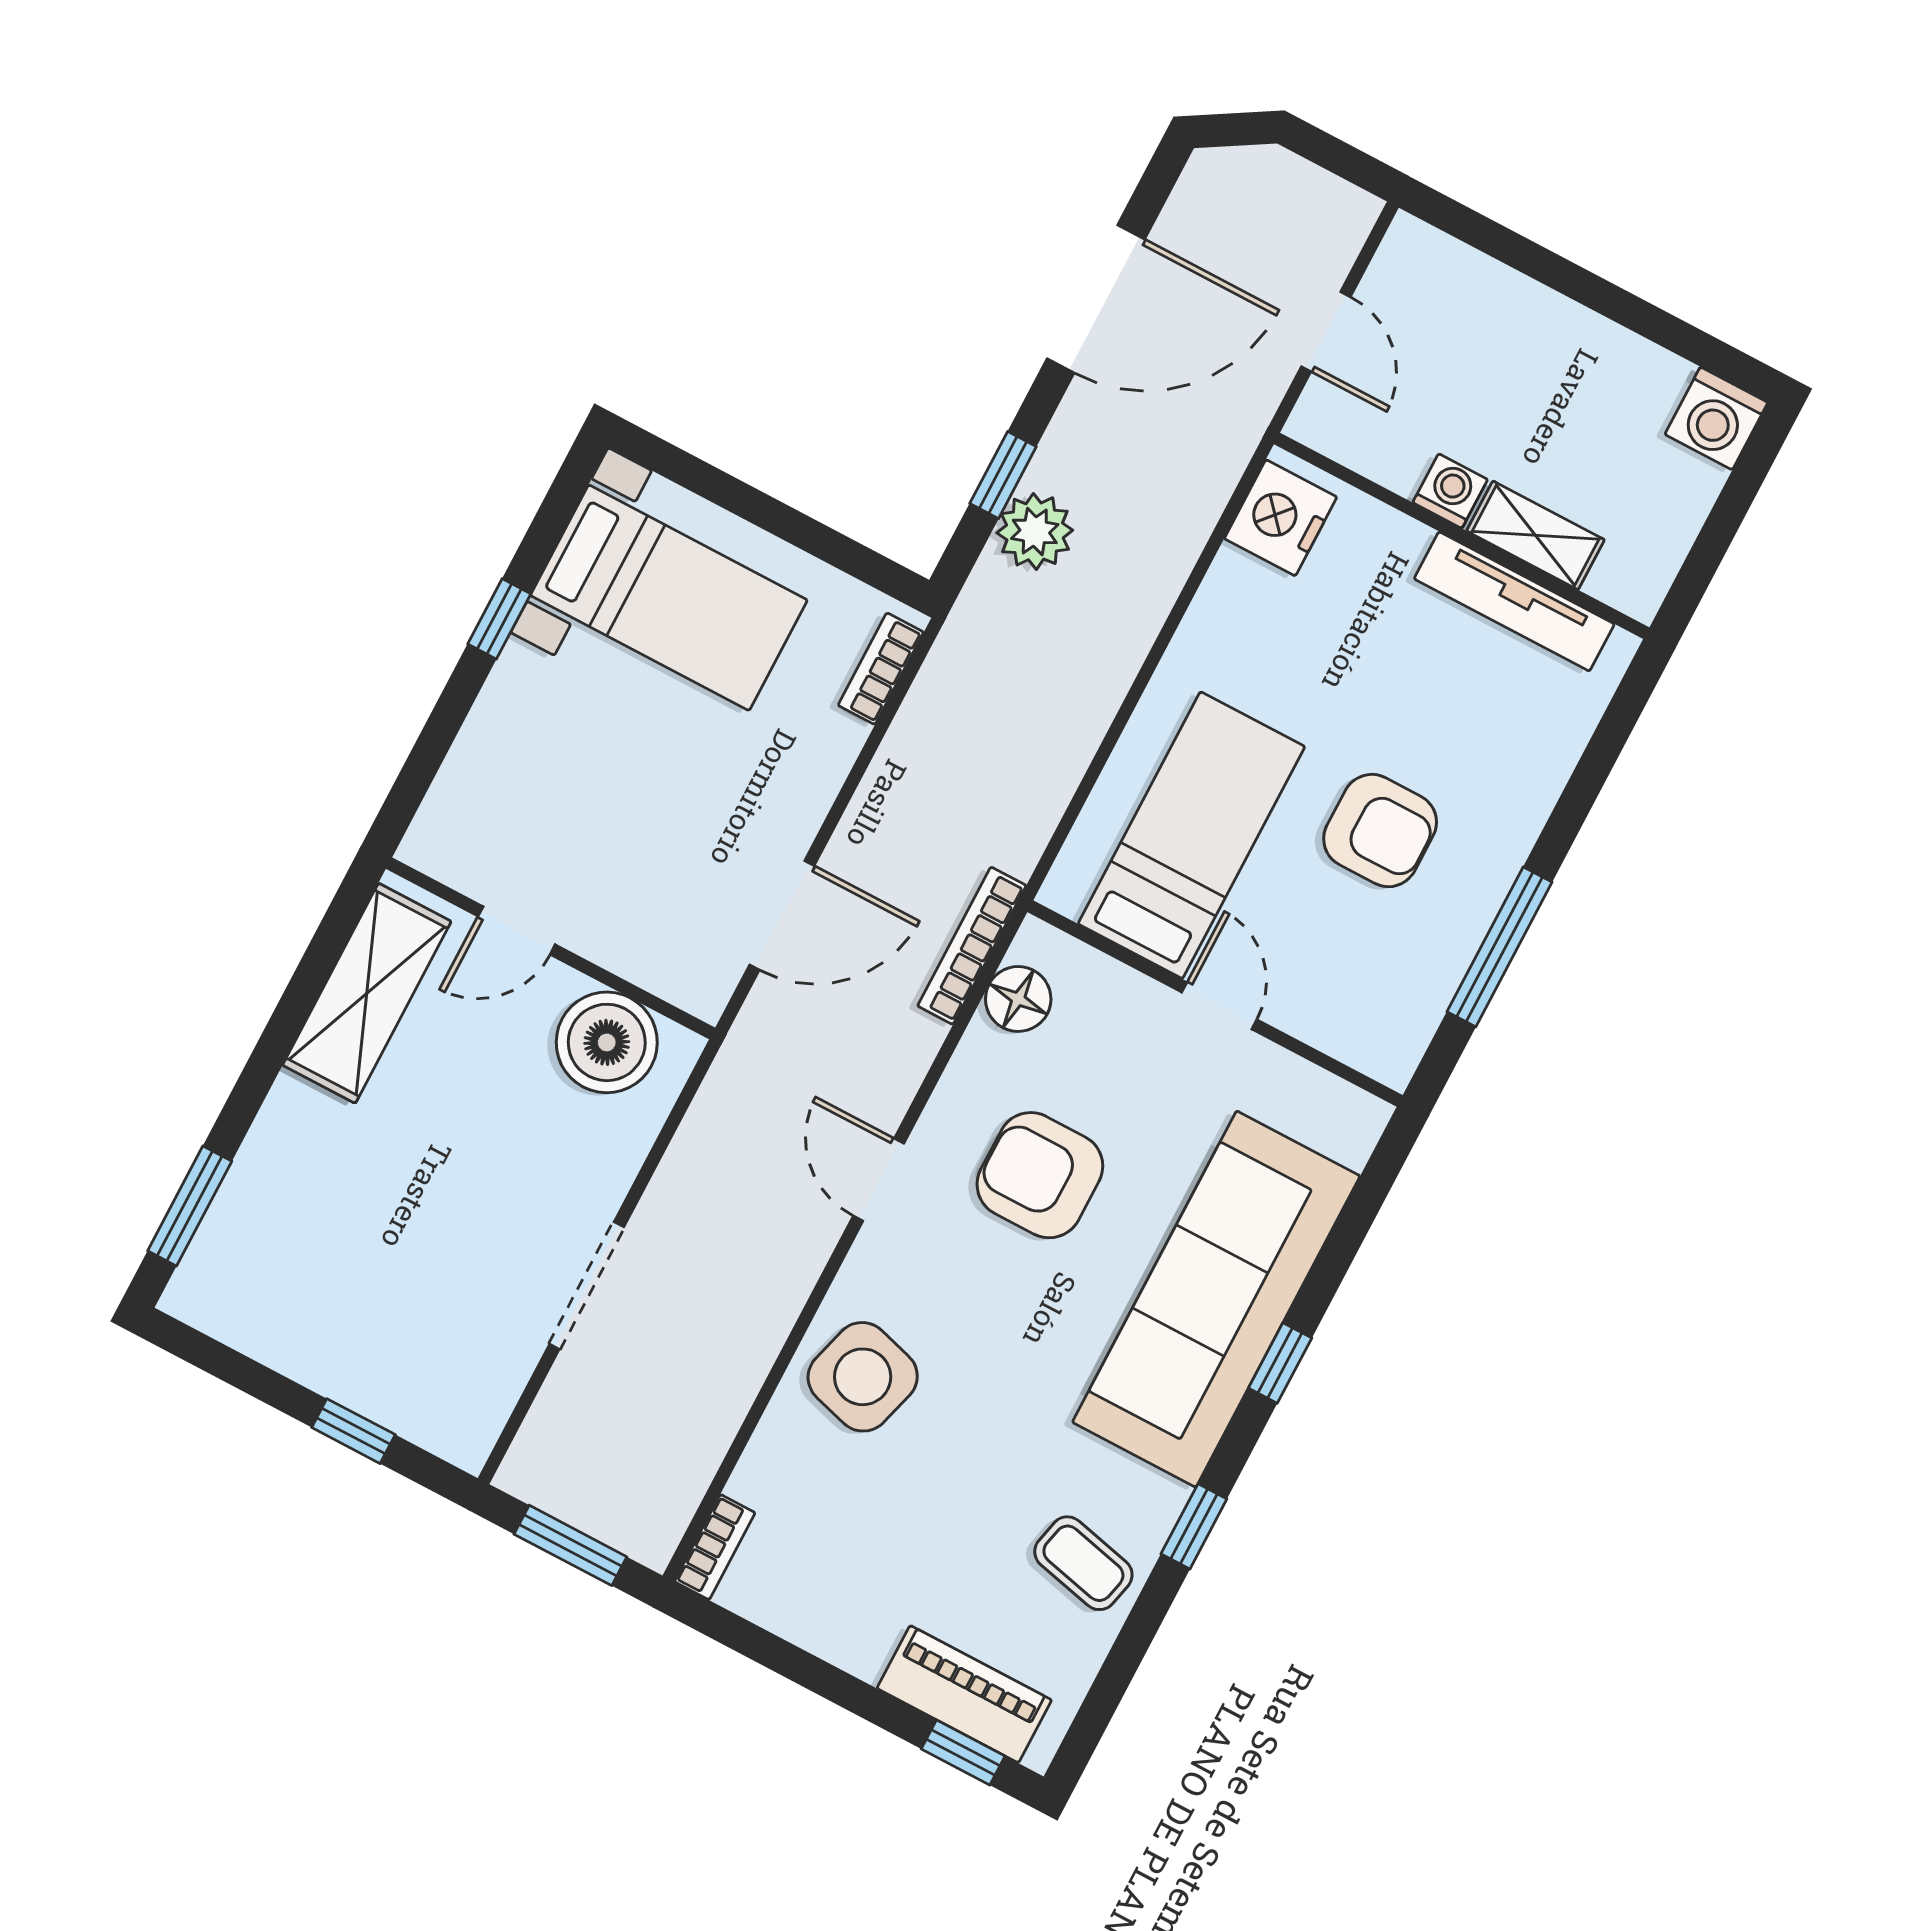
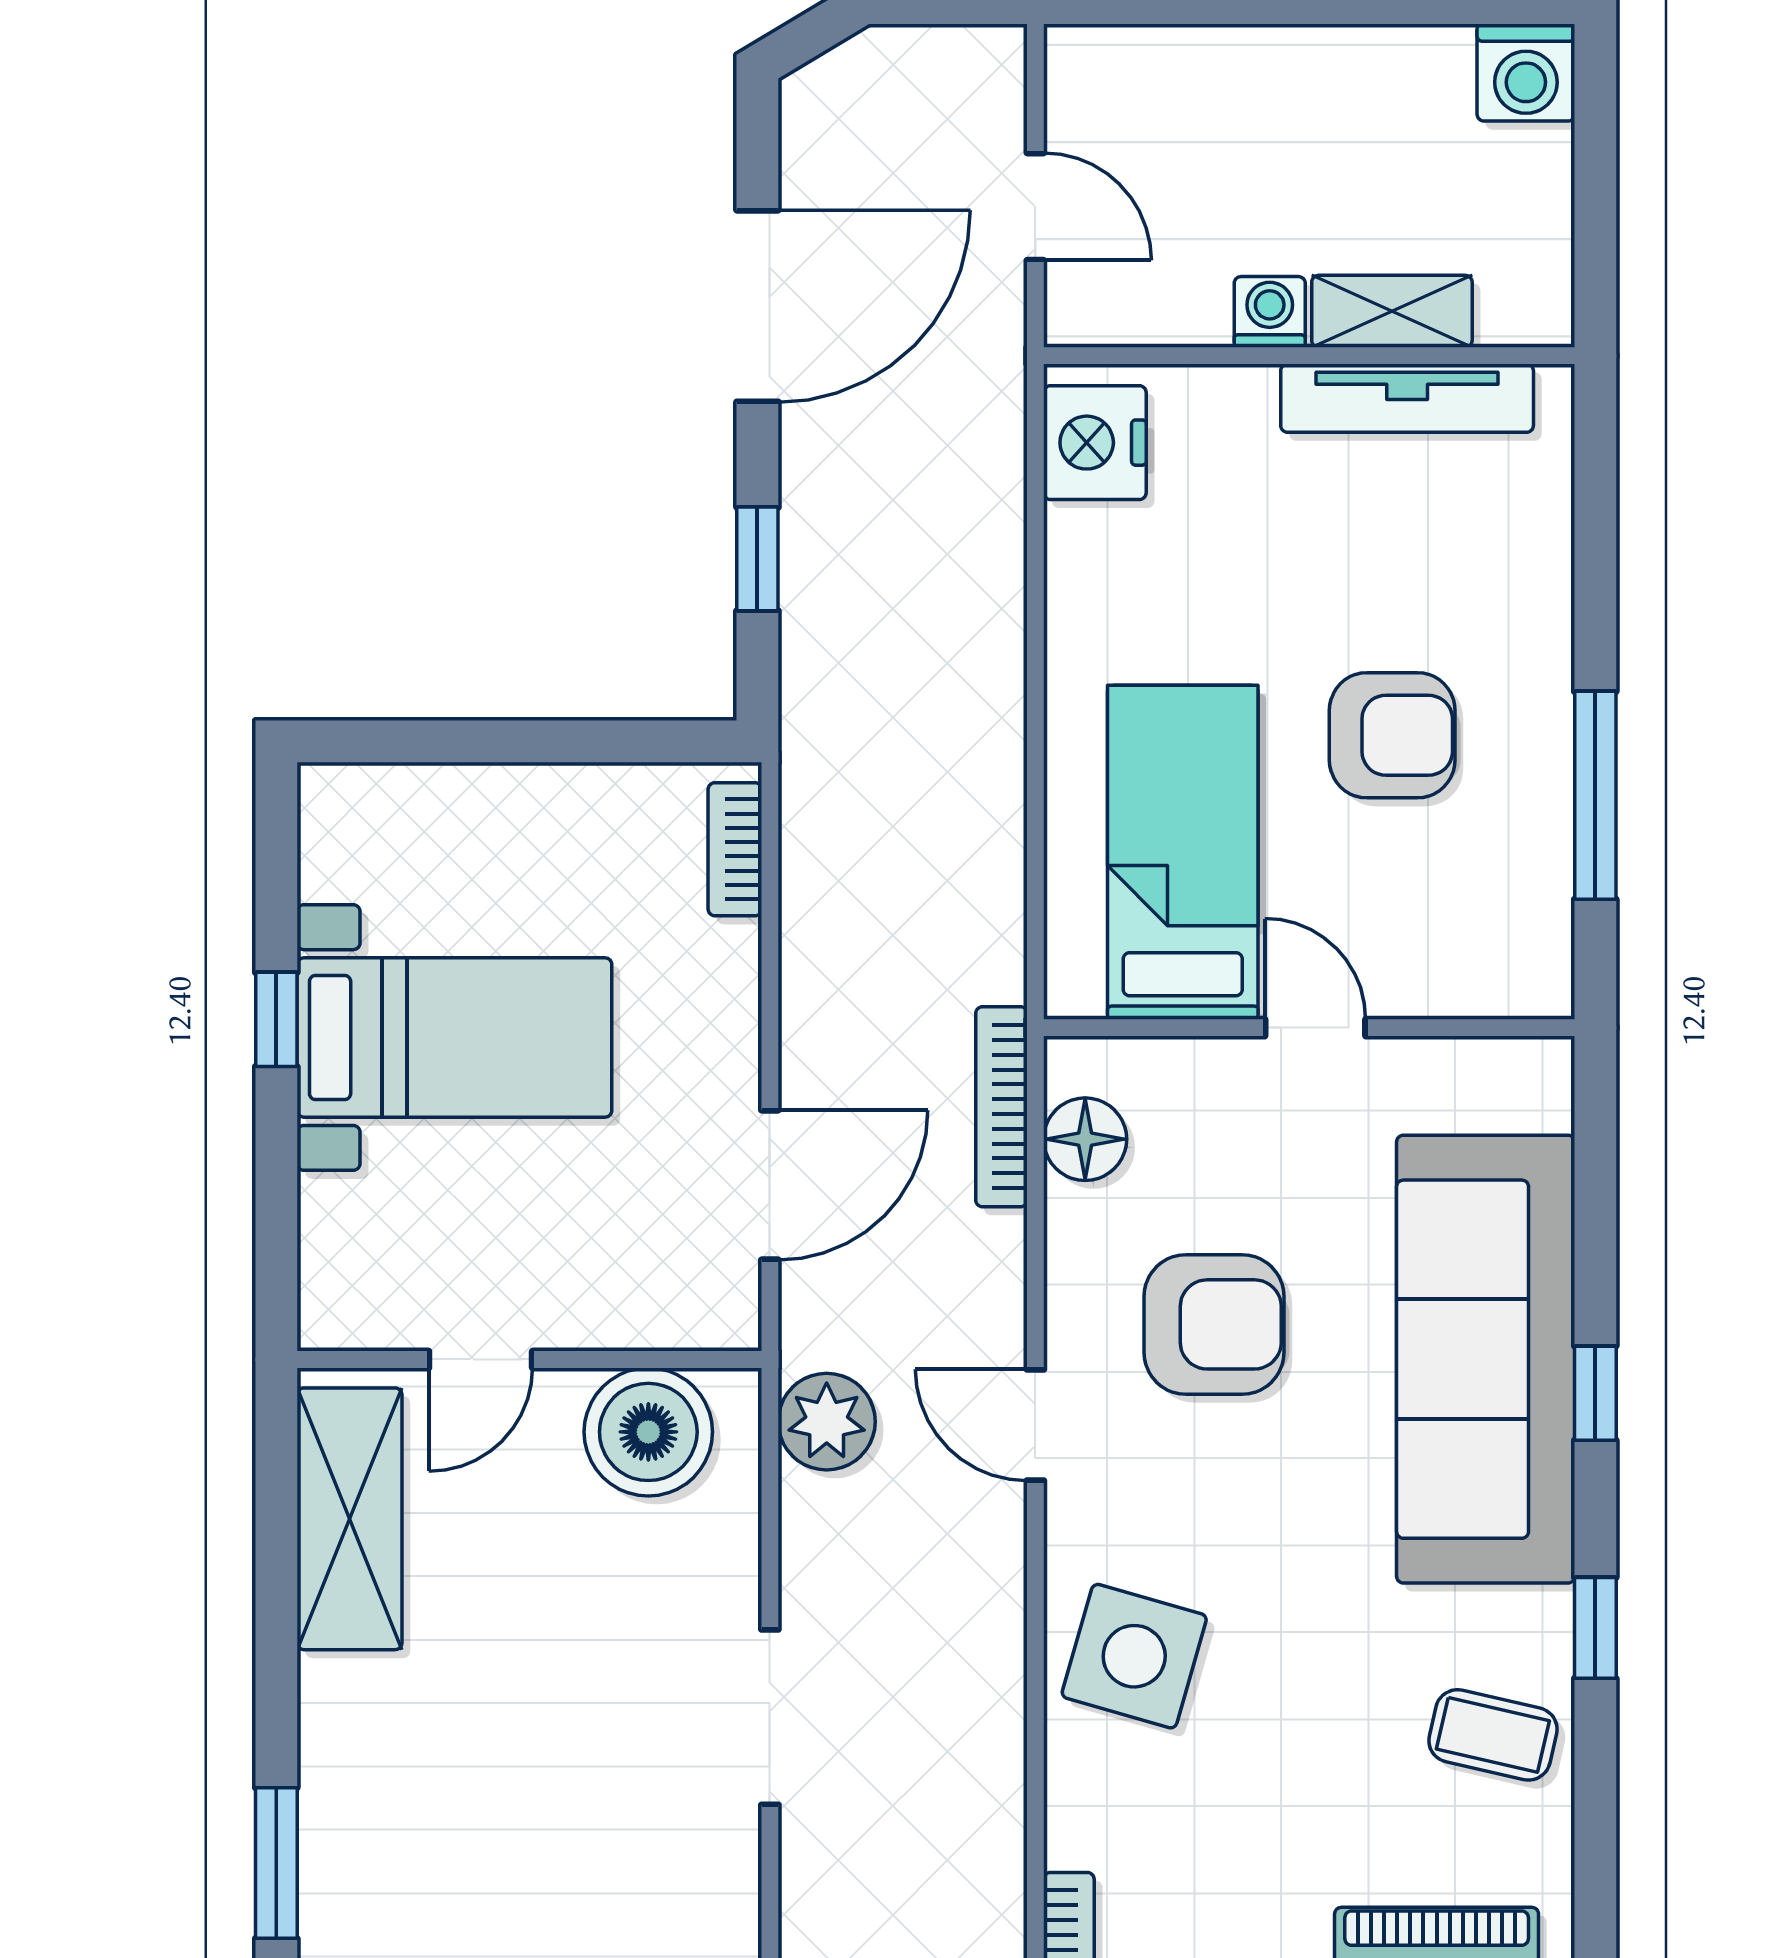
plant: (1035, 531) -> (827, 1422), moved
bed with nightstands: (669, 598) -> (454, 1038), moved
armchair: (1040, 1175) -> (1214, 1324), turned 180

